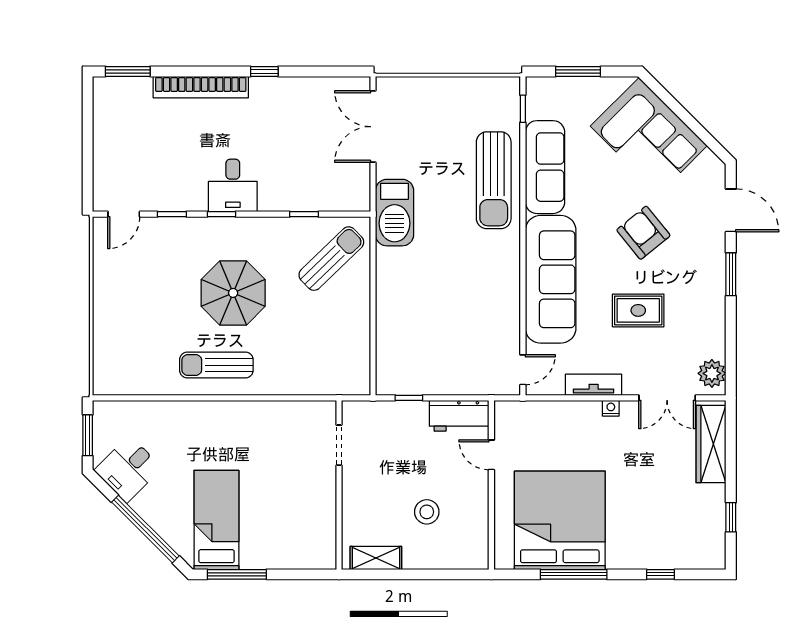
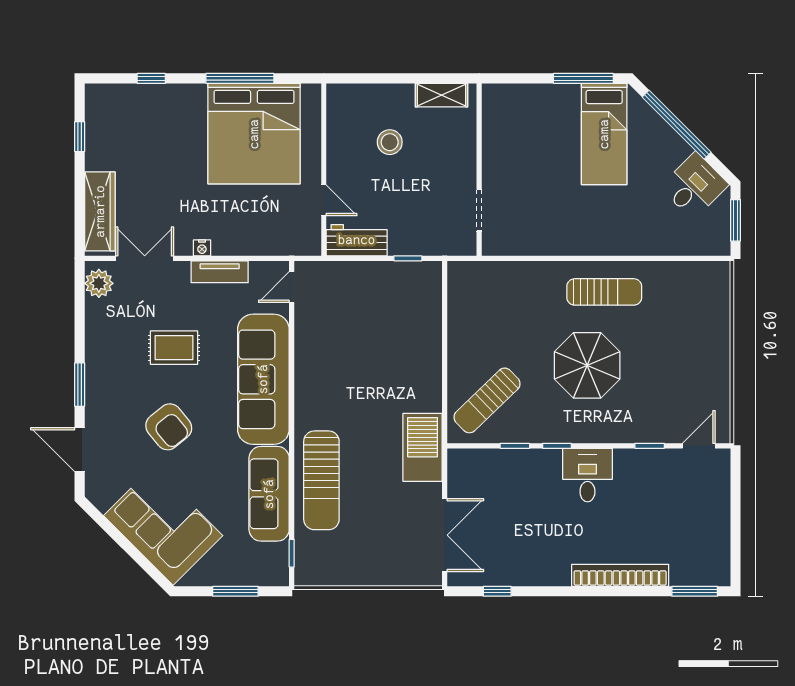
window: (264, 71) -> (497, 591), moved
sun lounger: (494, 180) -> (321, 480), turned 180
window: (222, 214) -> (557, 446), moved

